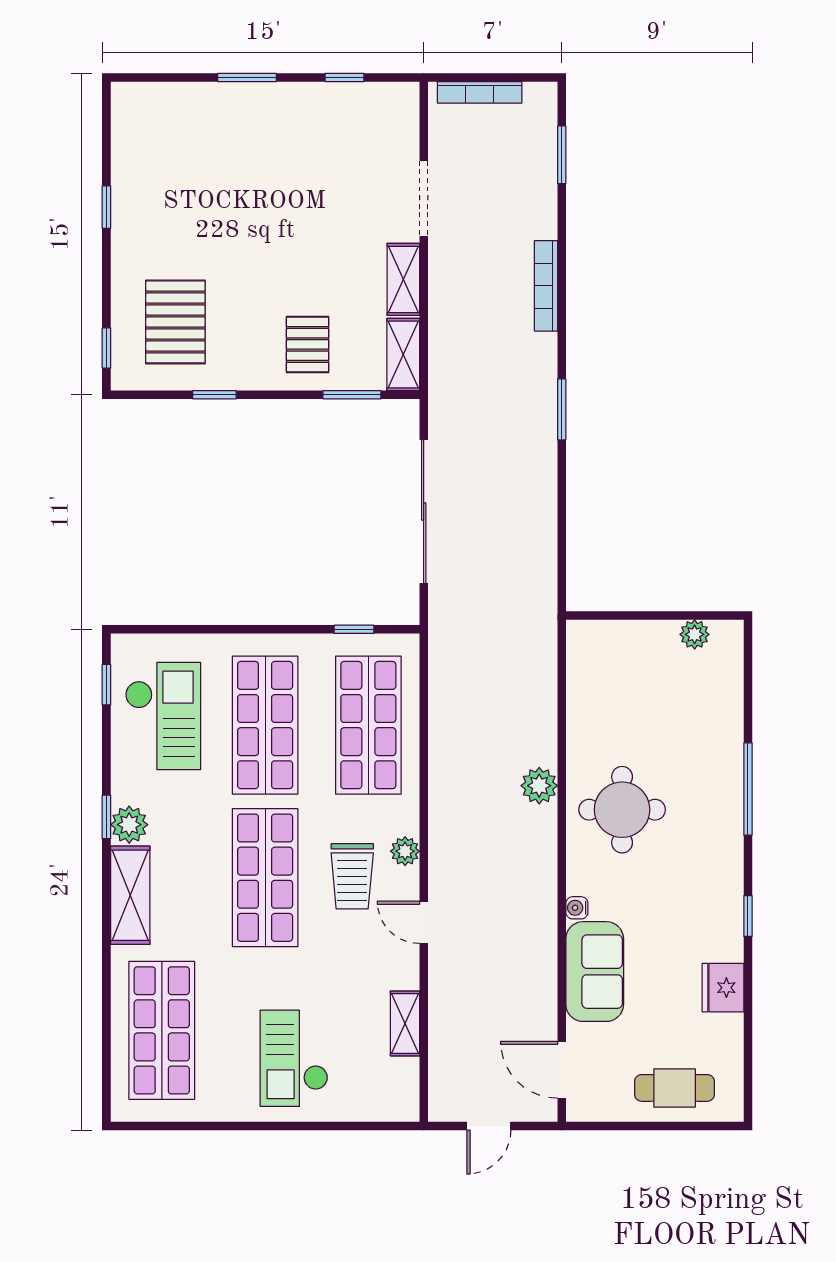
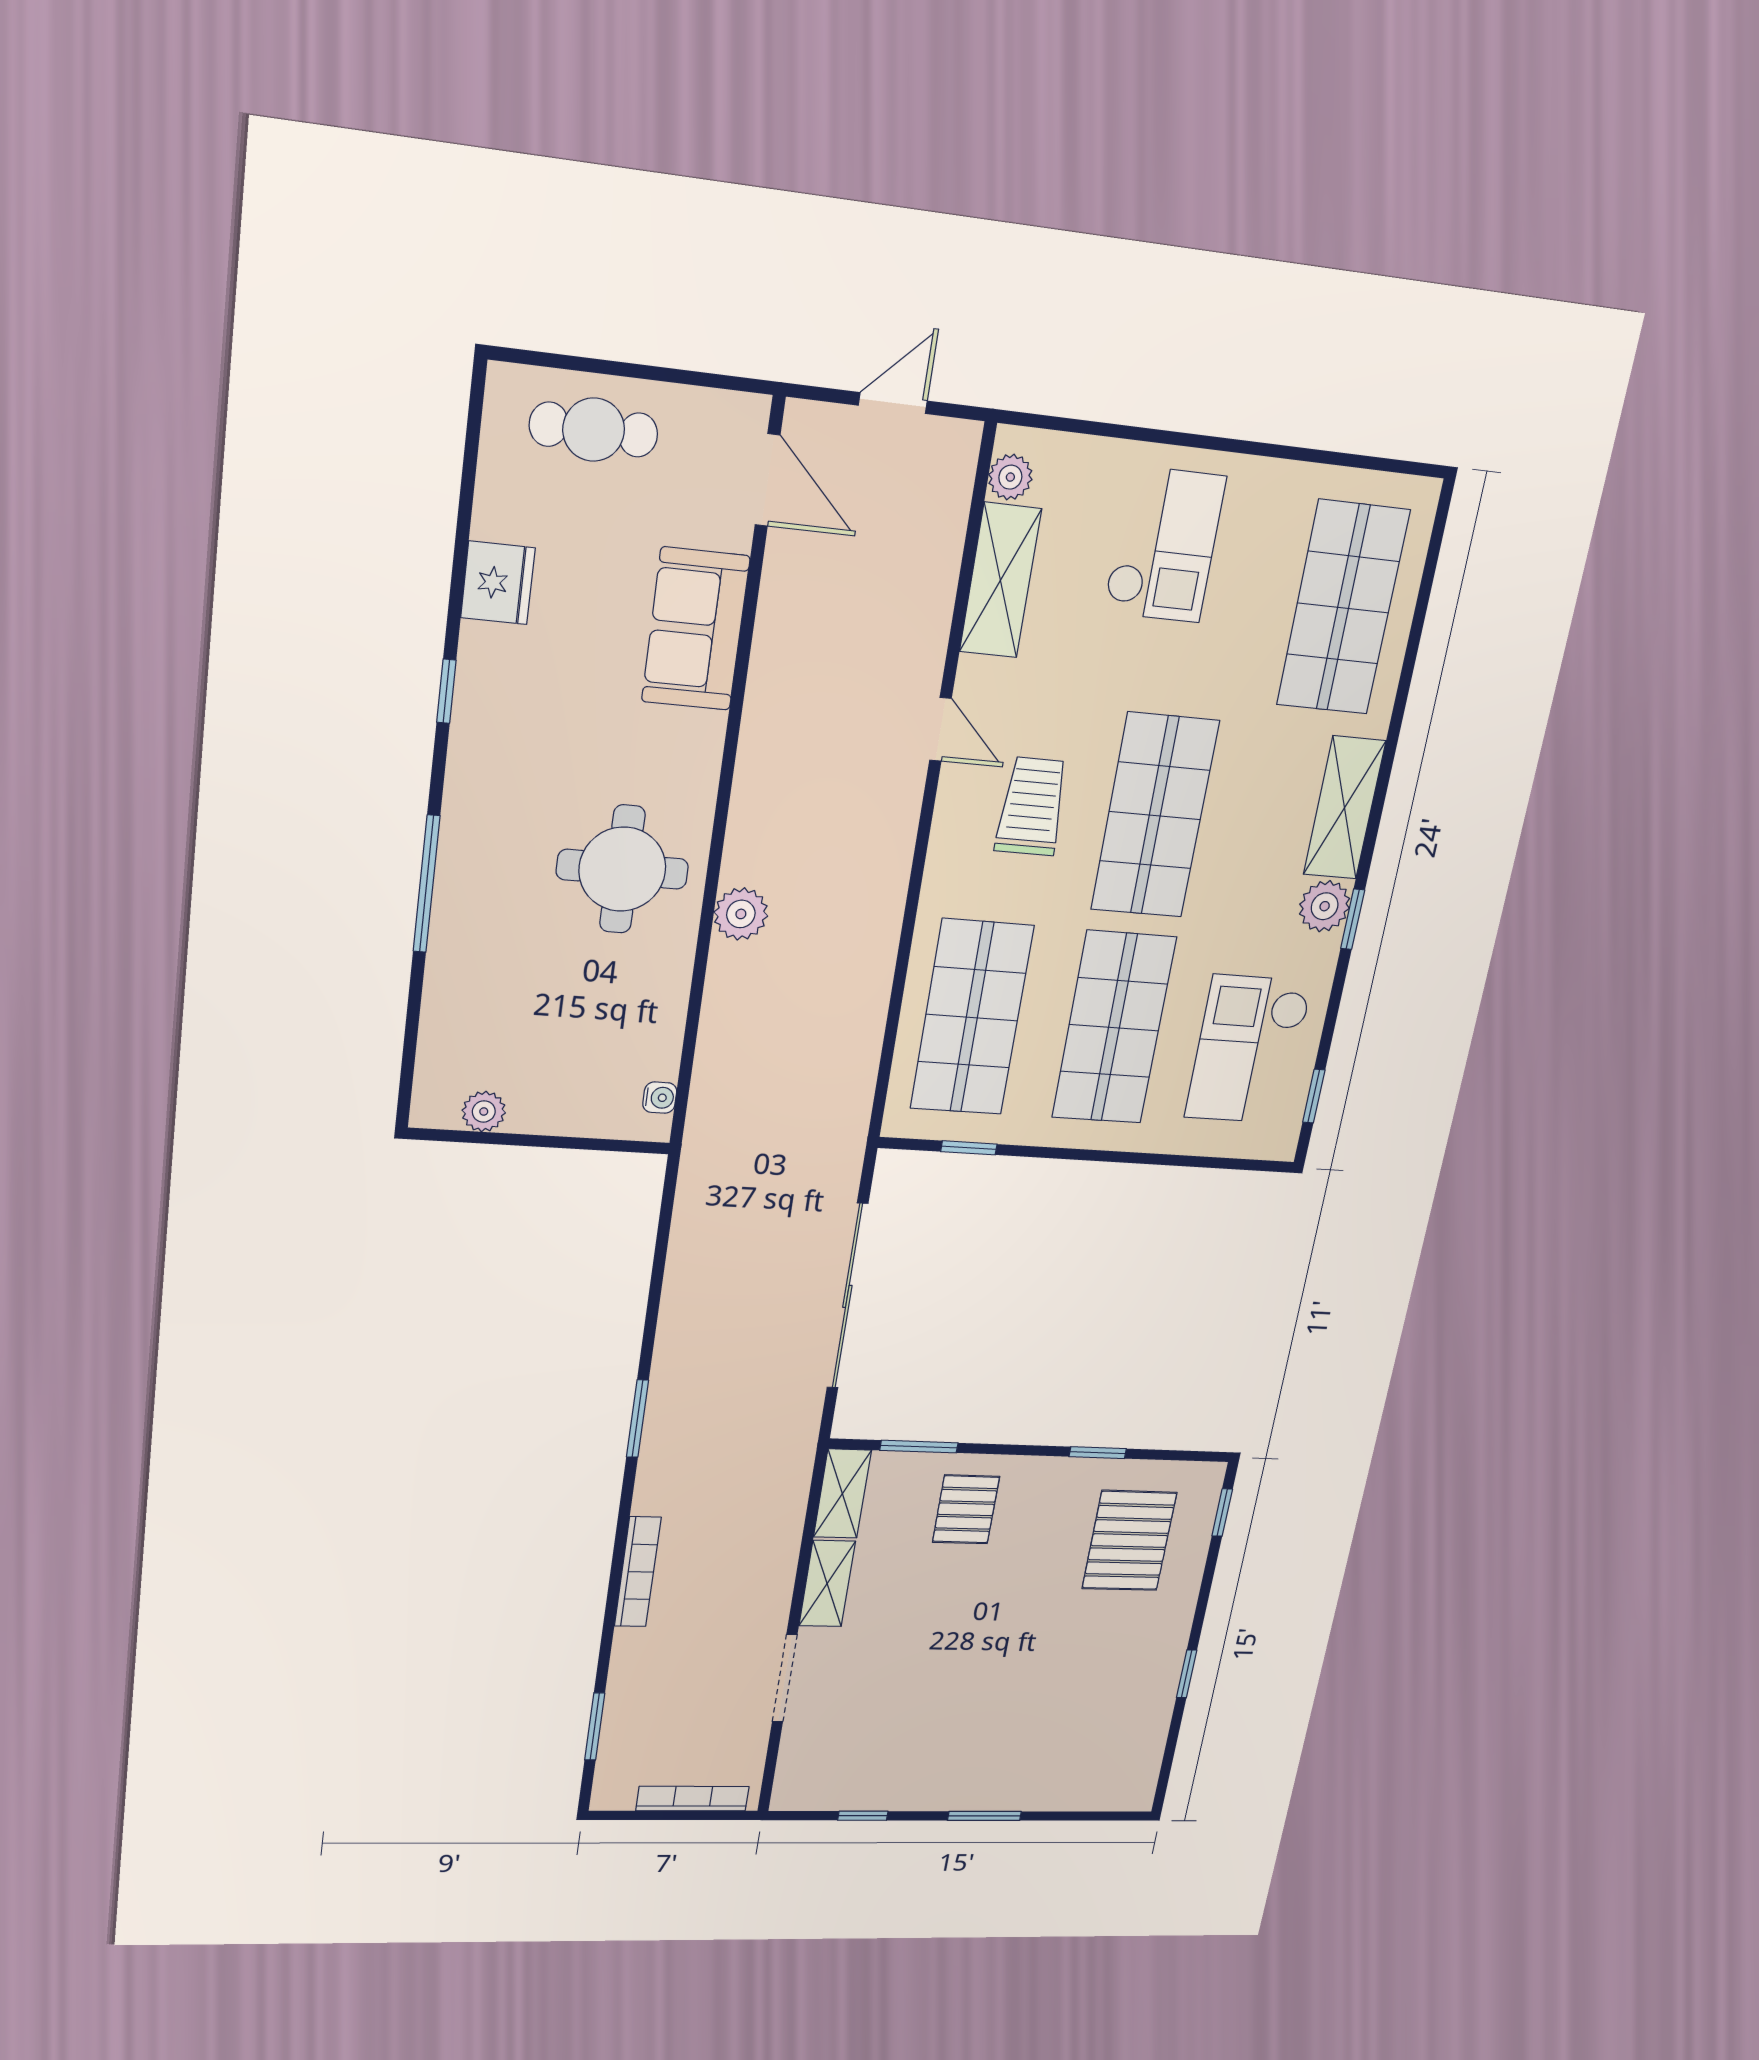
plant: (405, 851) -> (1010, 477), moved
water cooler: (577, 908) -> (660, 1098), moved
shelving: (405, 1023) -> (1000, 580), width x1.50, depth x1.33

